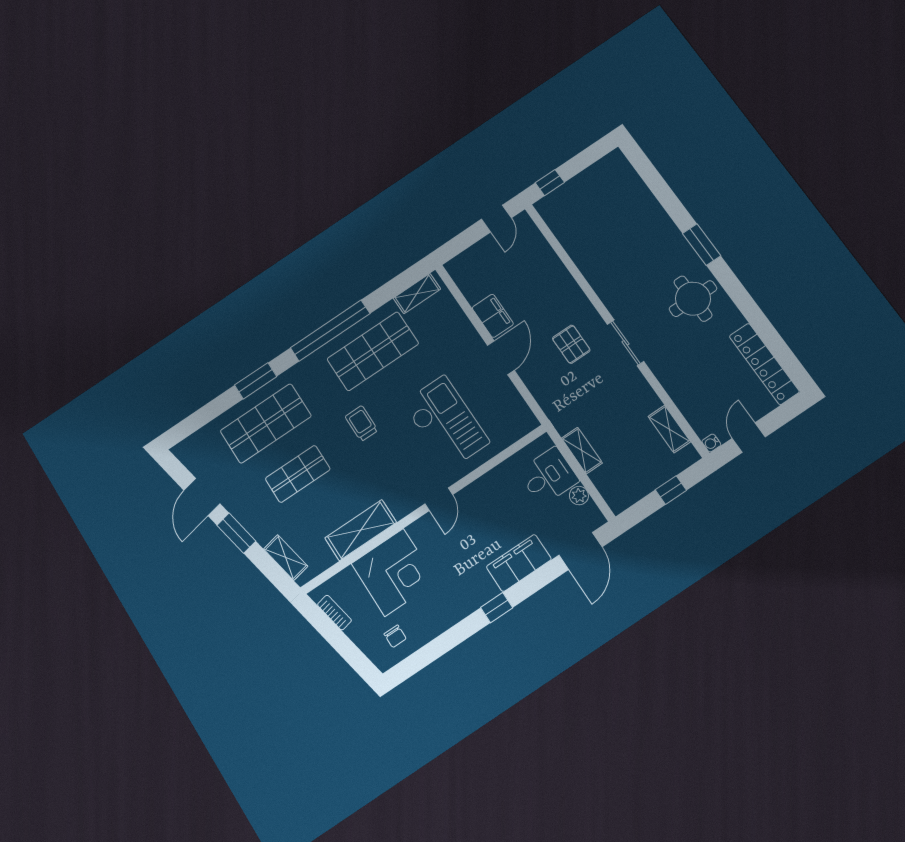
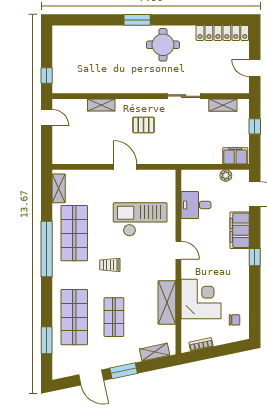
filing cabinet: (493, 316) -> (235, 156), moved
sliding door: (626, 343) -> (184, 96), moved
window: (256, 381) -> (47, 340), moved
water cooler: (711, 443) -> (245, 89), removed
shelving: (582, 451) -> (101, 105), moved
desk: (548, 476) -> (196, 205), moved, turned -90

